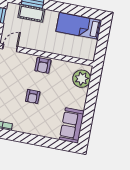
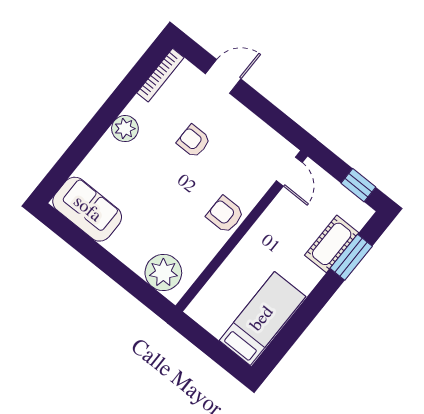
armchair: (33, 97) -> (194, 141), moved
plant: (29, 128) -> (125, 129), added

